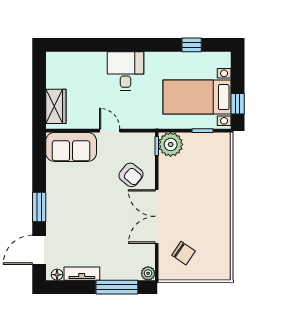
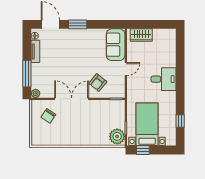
plant: (171, 144) -> (117, 136), moved

